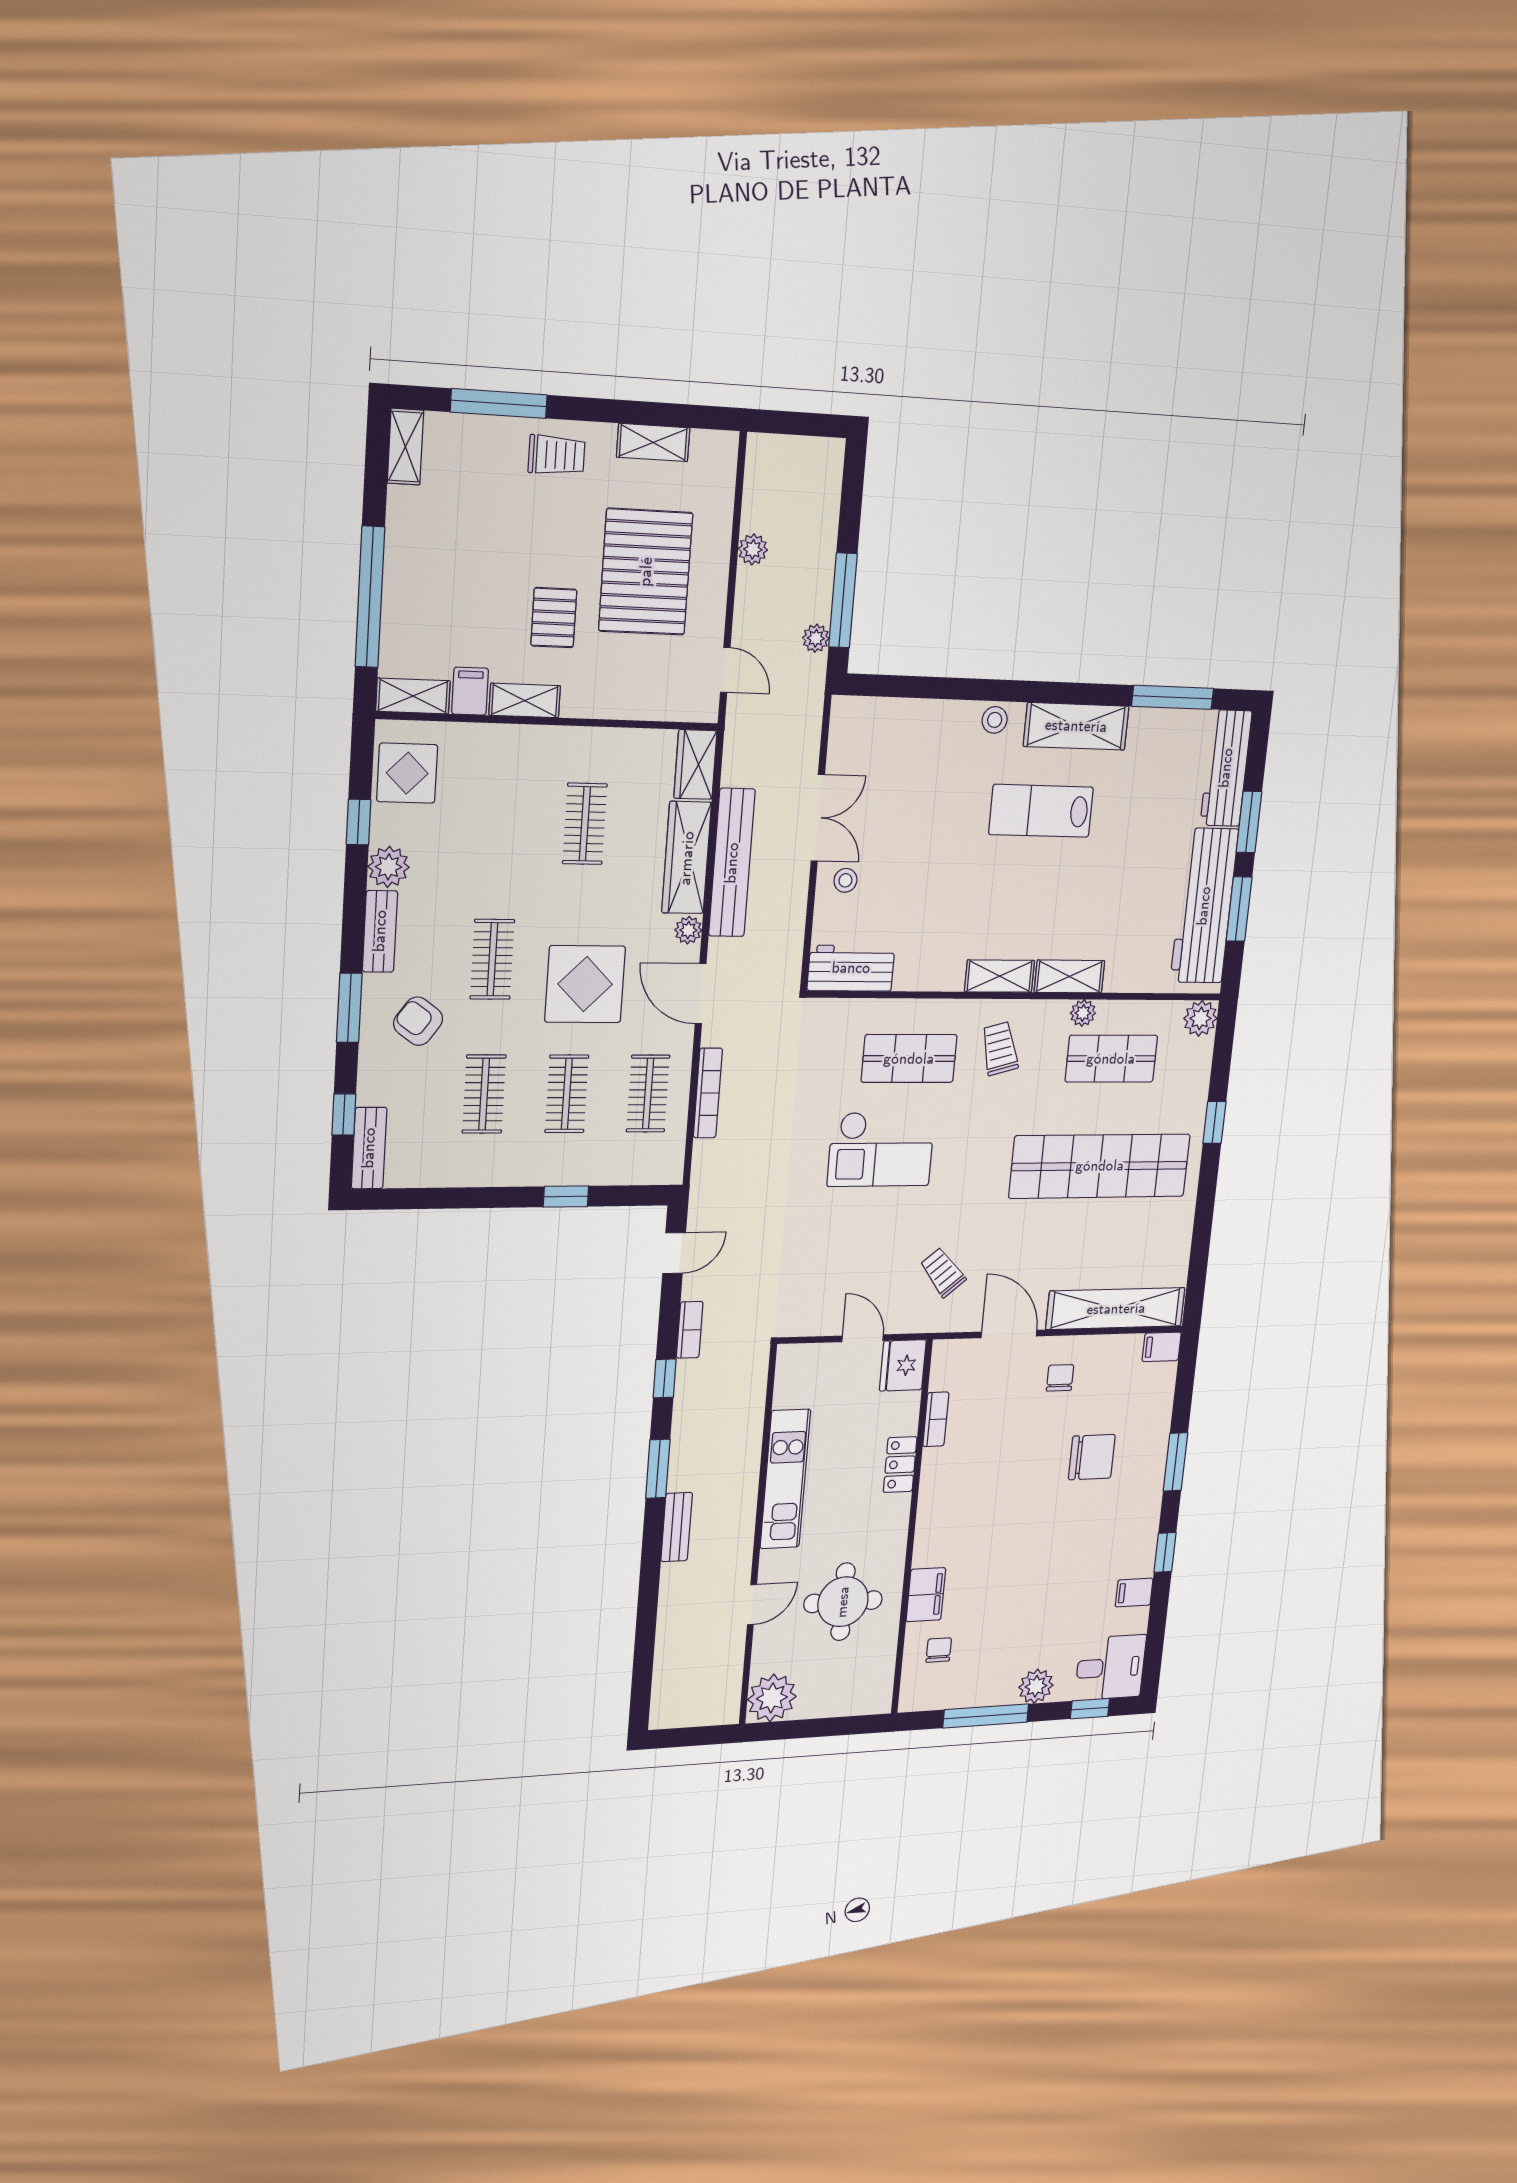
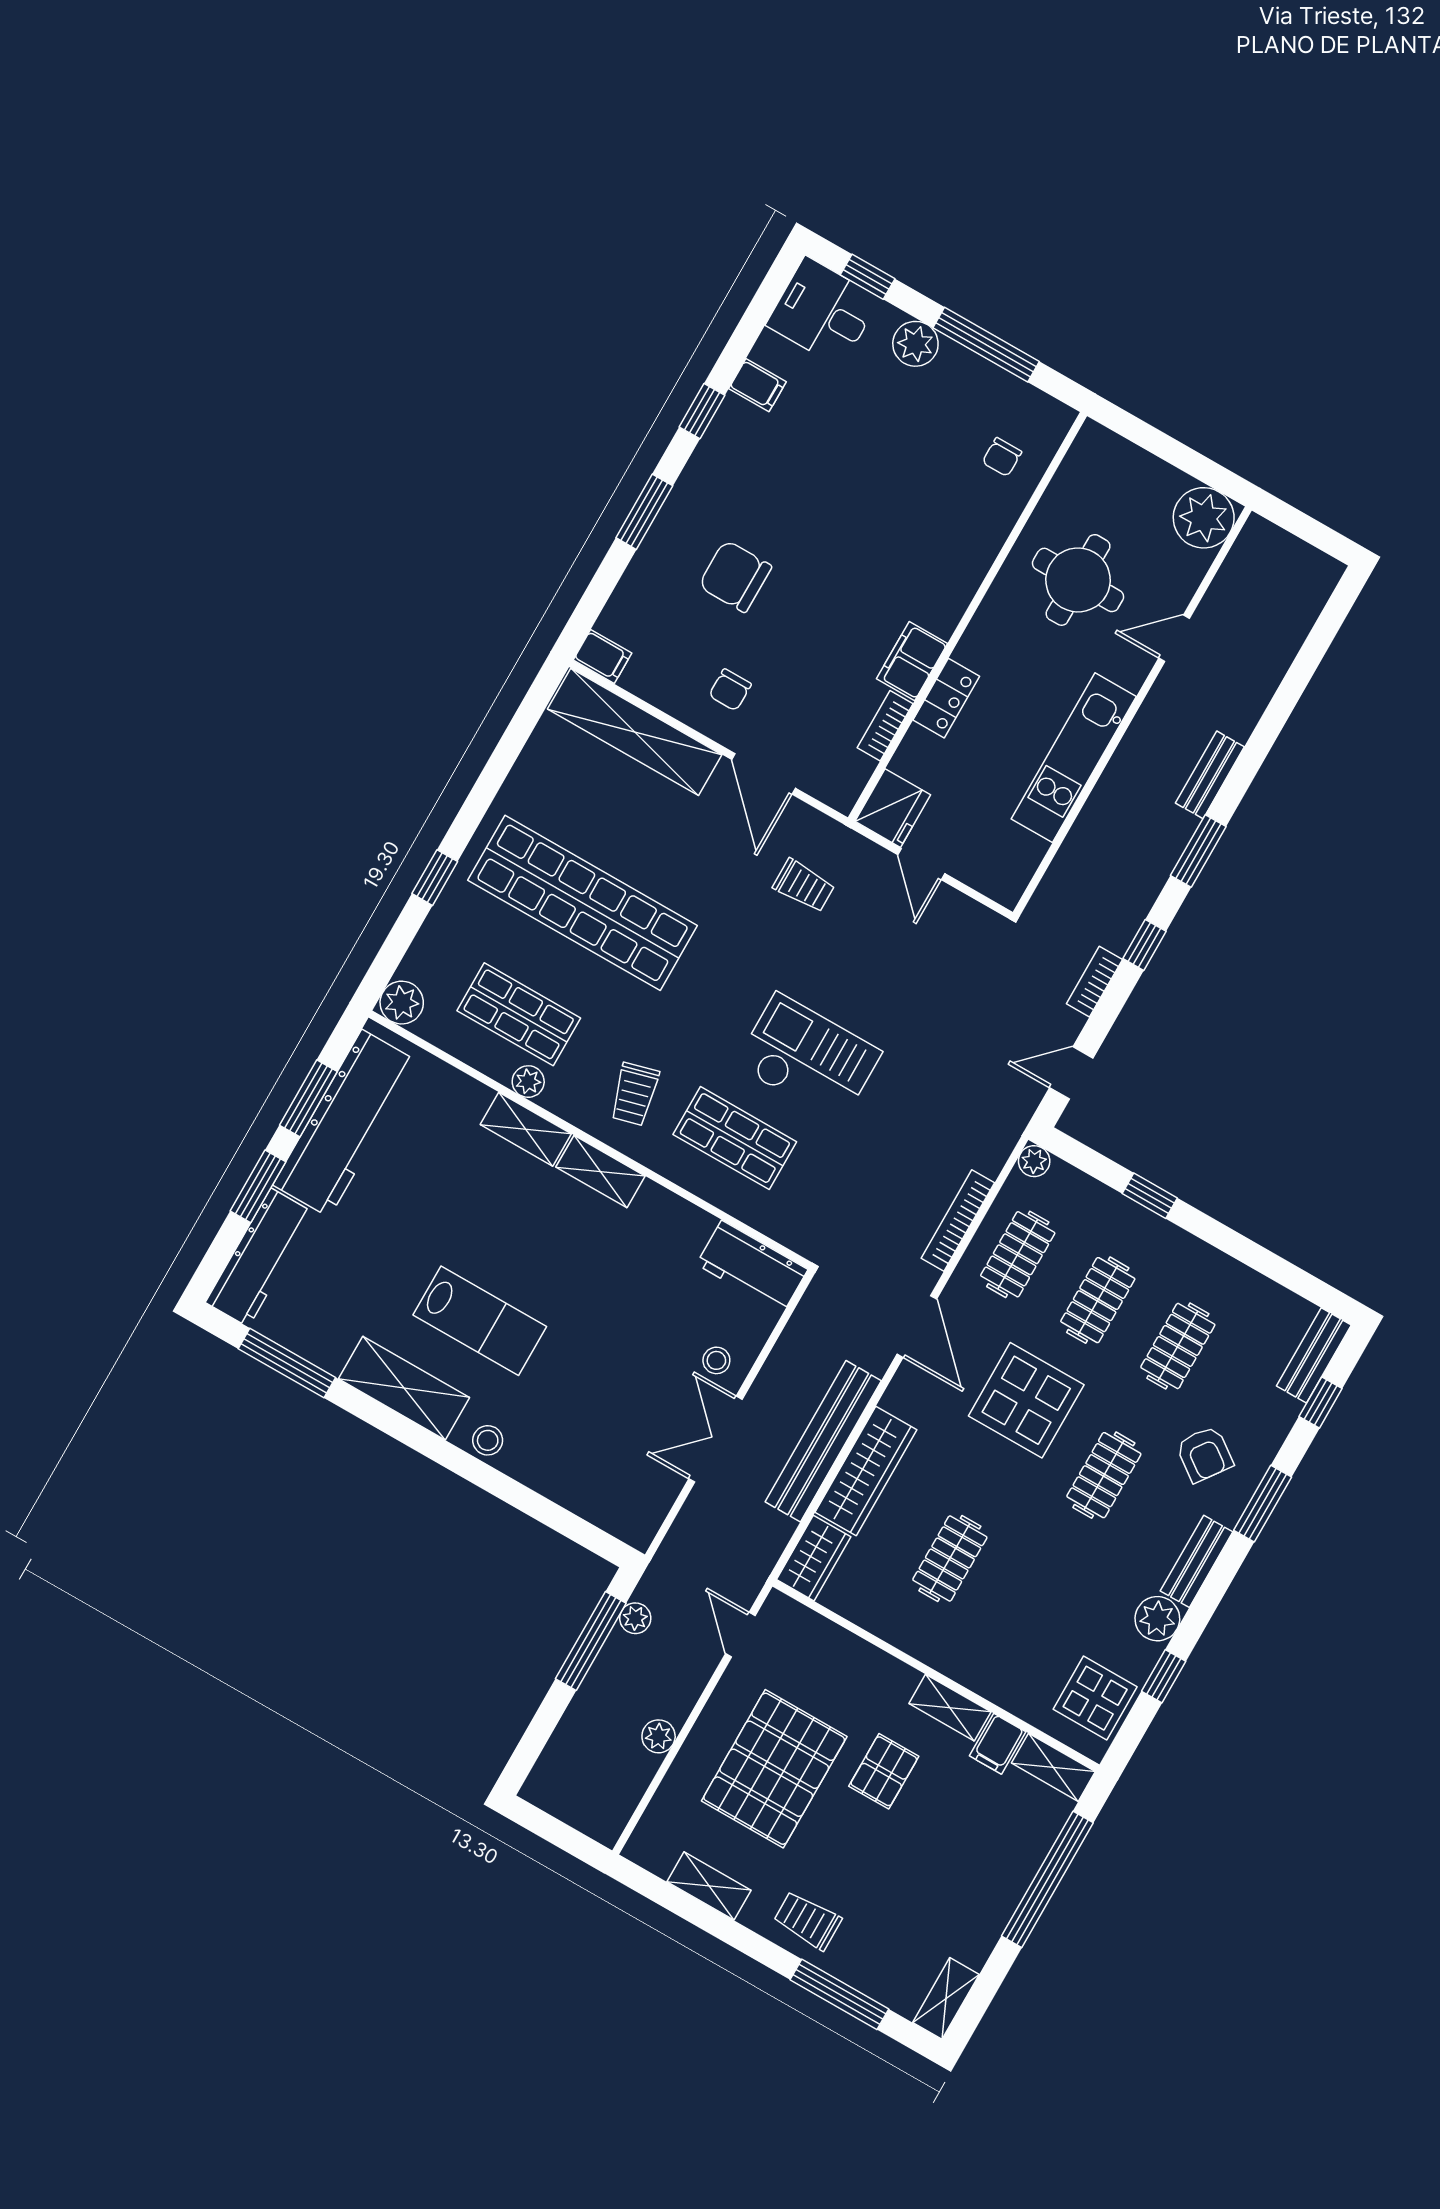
plant: (688, 930) -> (1034, 1161), moved
trolley: (943, 1272) -> (804, 886), turned -50
filing cabinet: (926, 1595) -> (912, 661), moved

